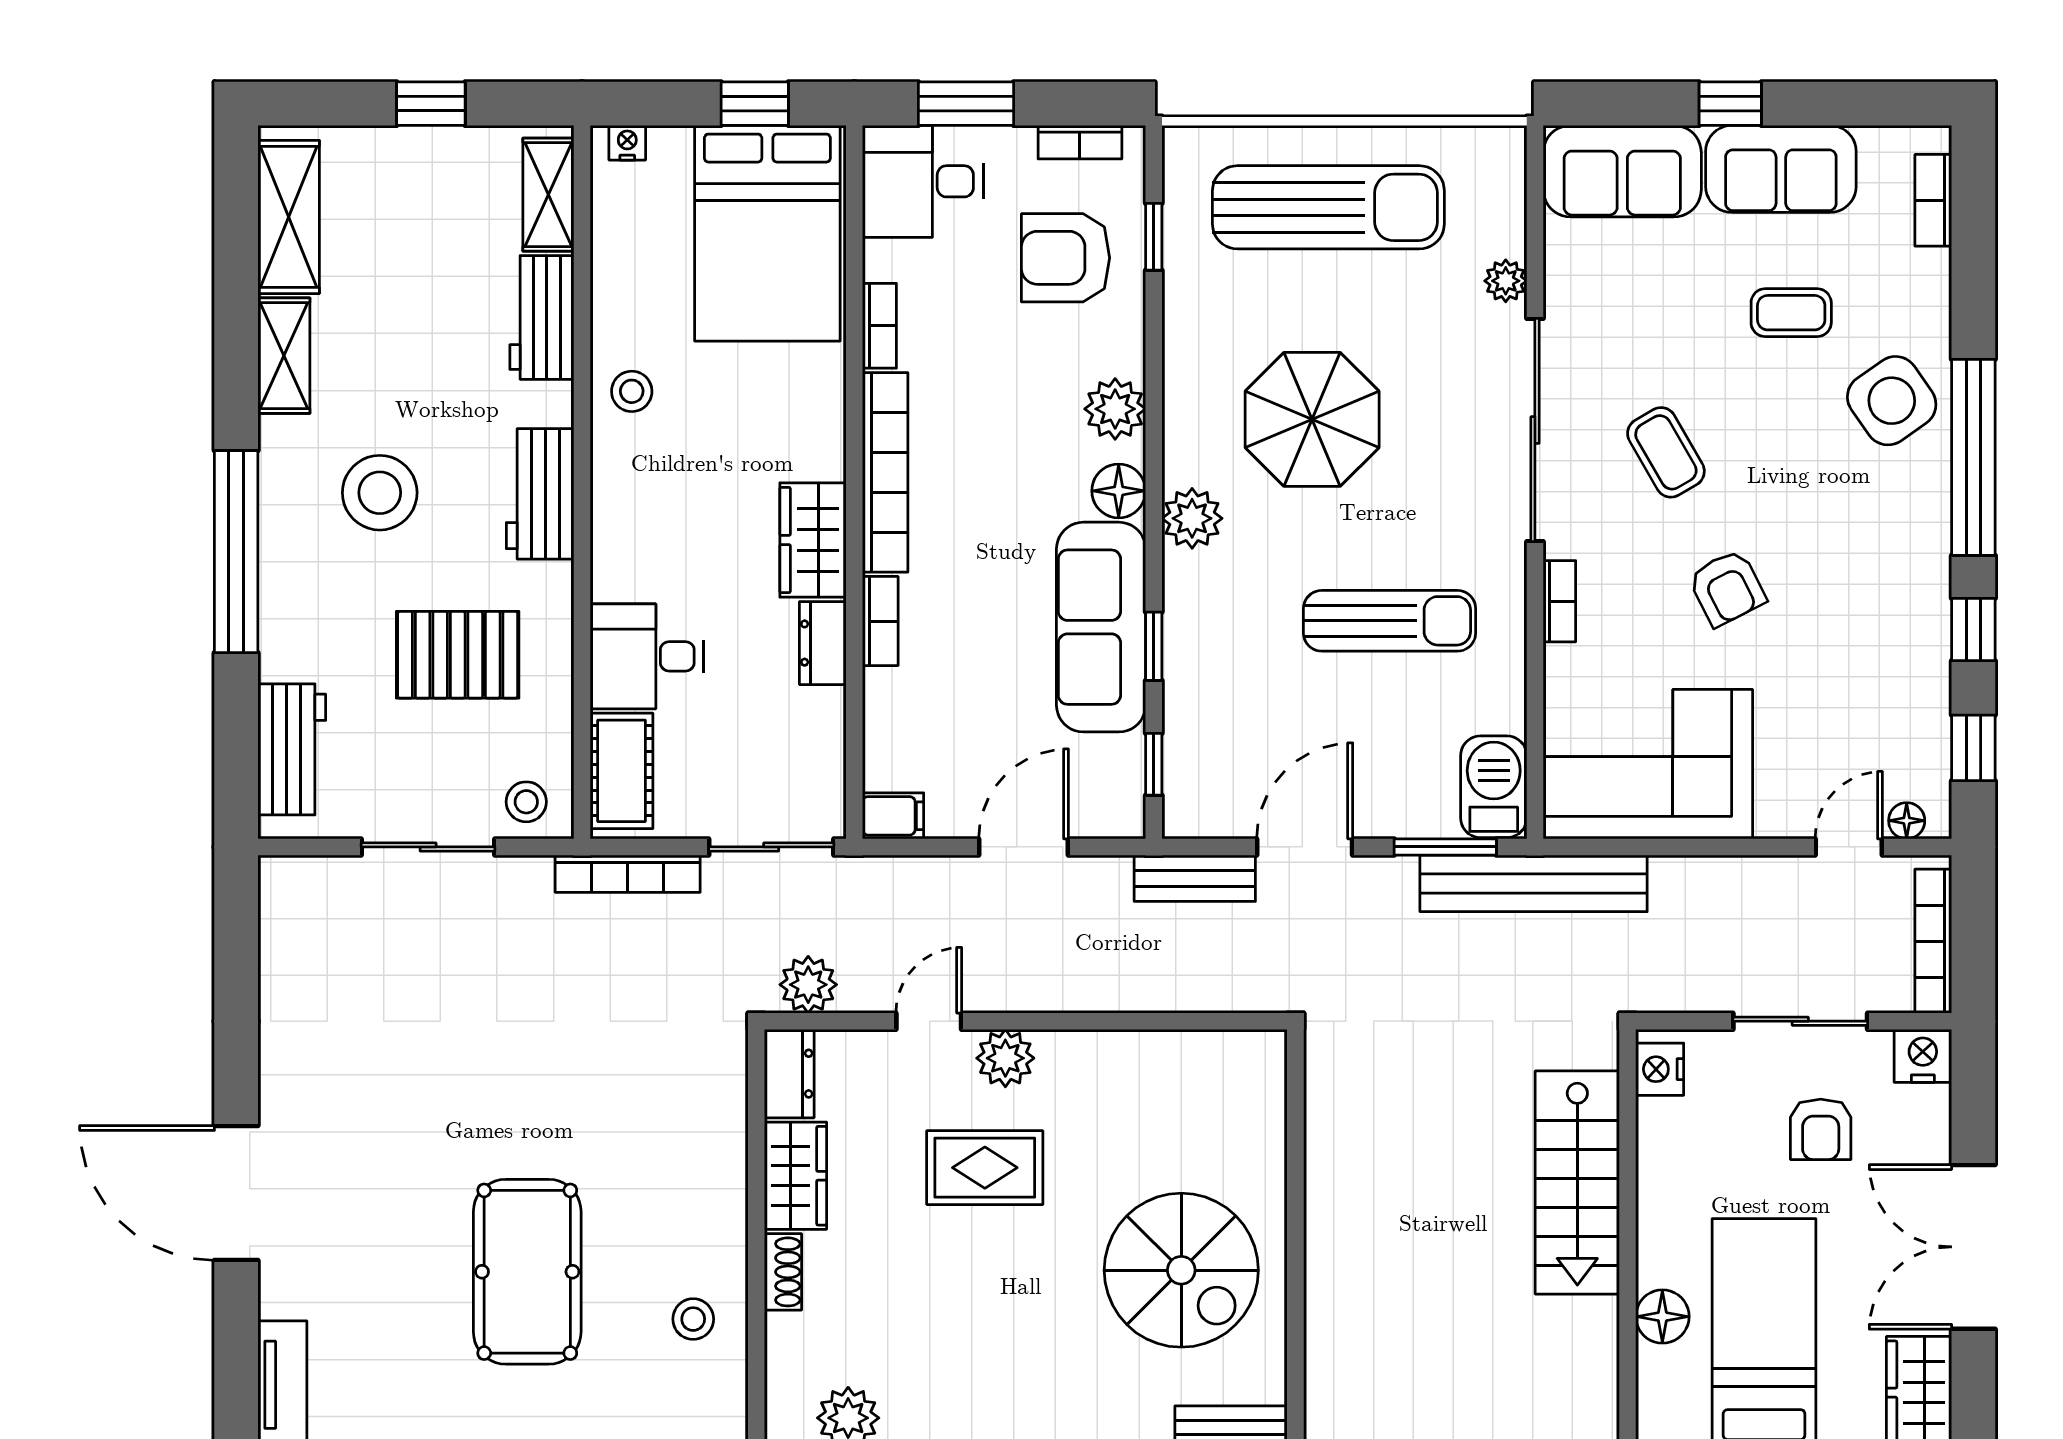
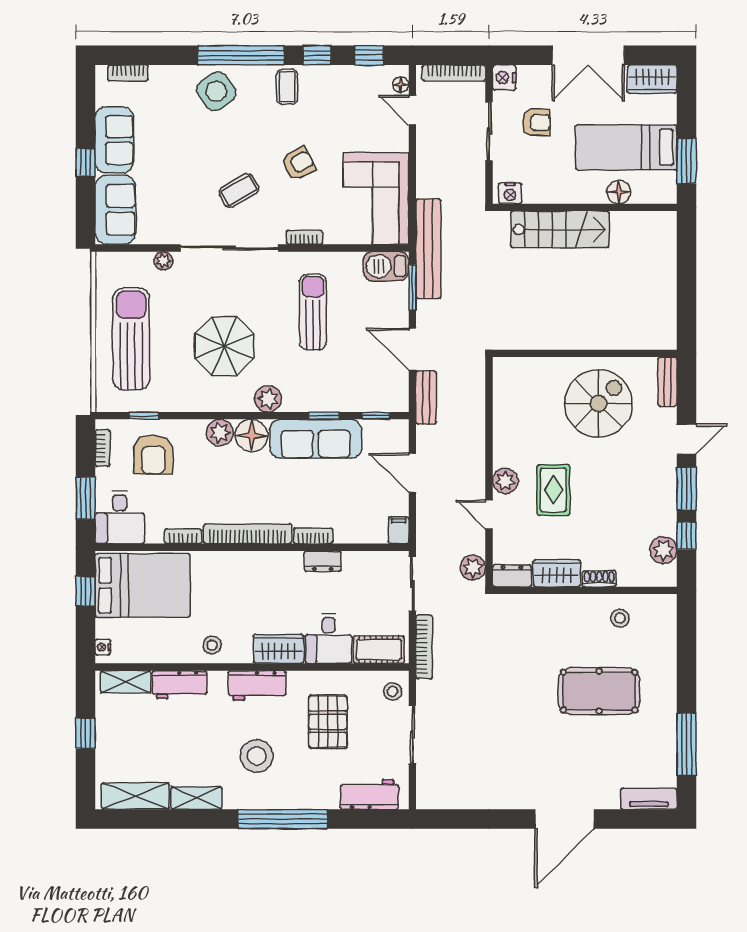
coffee table: (1791, 313) -> (287, 87), moved
floor lamp: (1119, 491) -> (251, 435), width x1.38, depth x1.38
wardrobe: (813, 540) -> (278, 649), moved, turned 180

